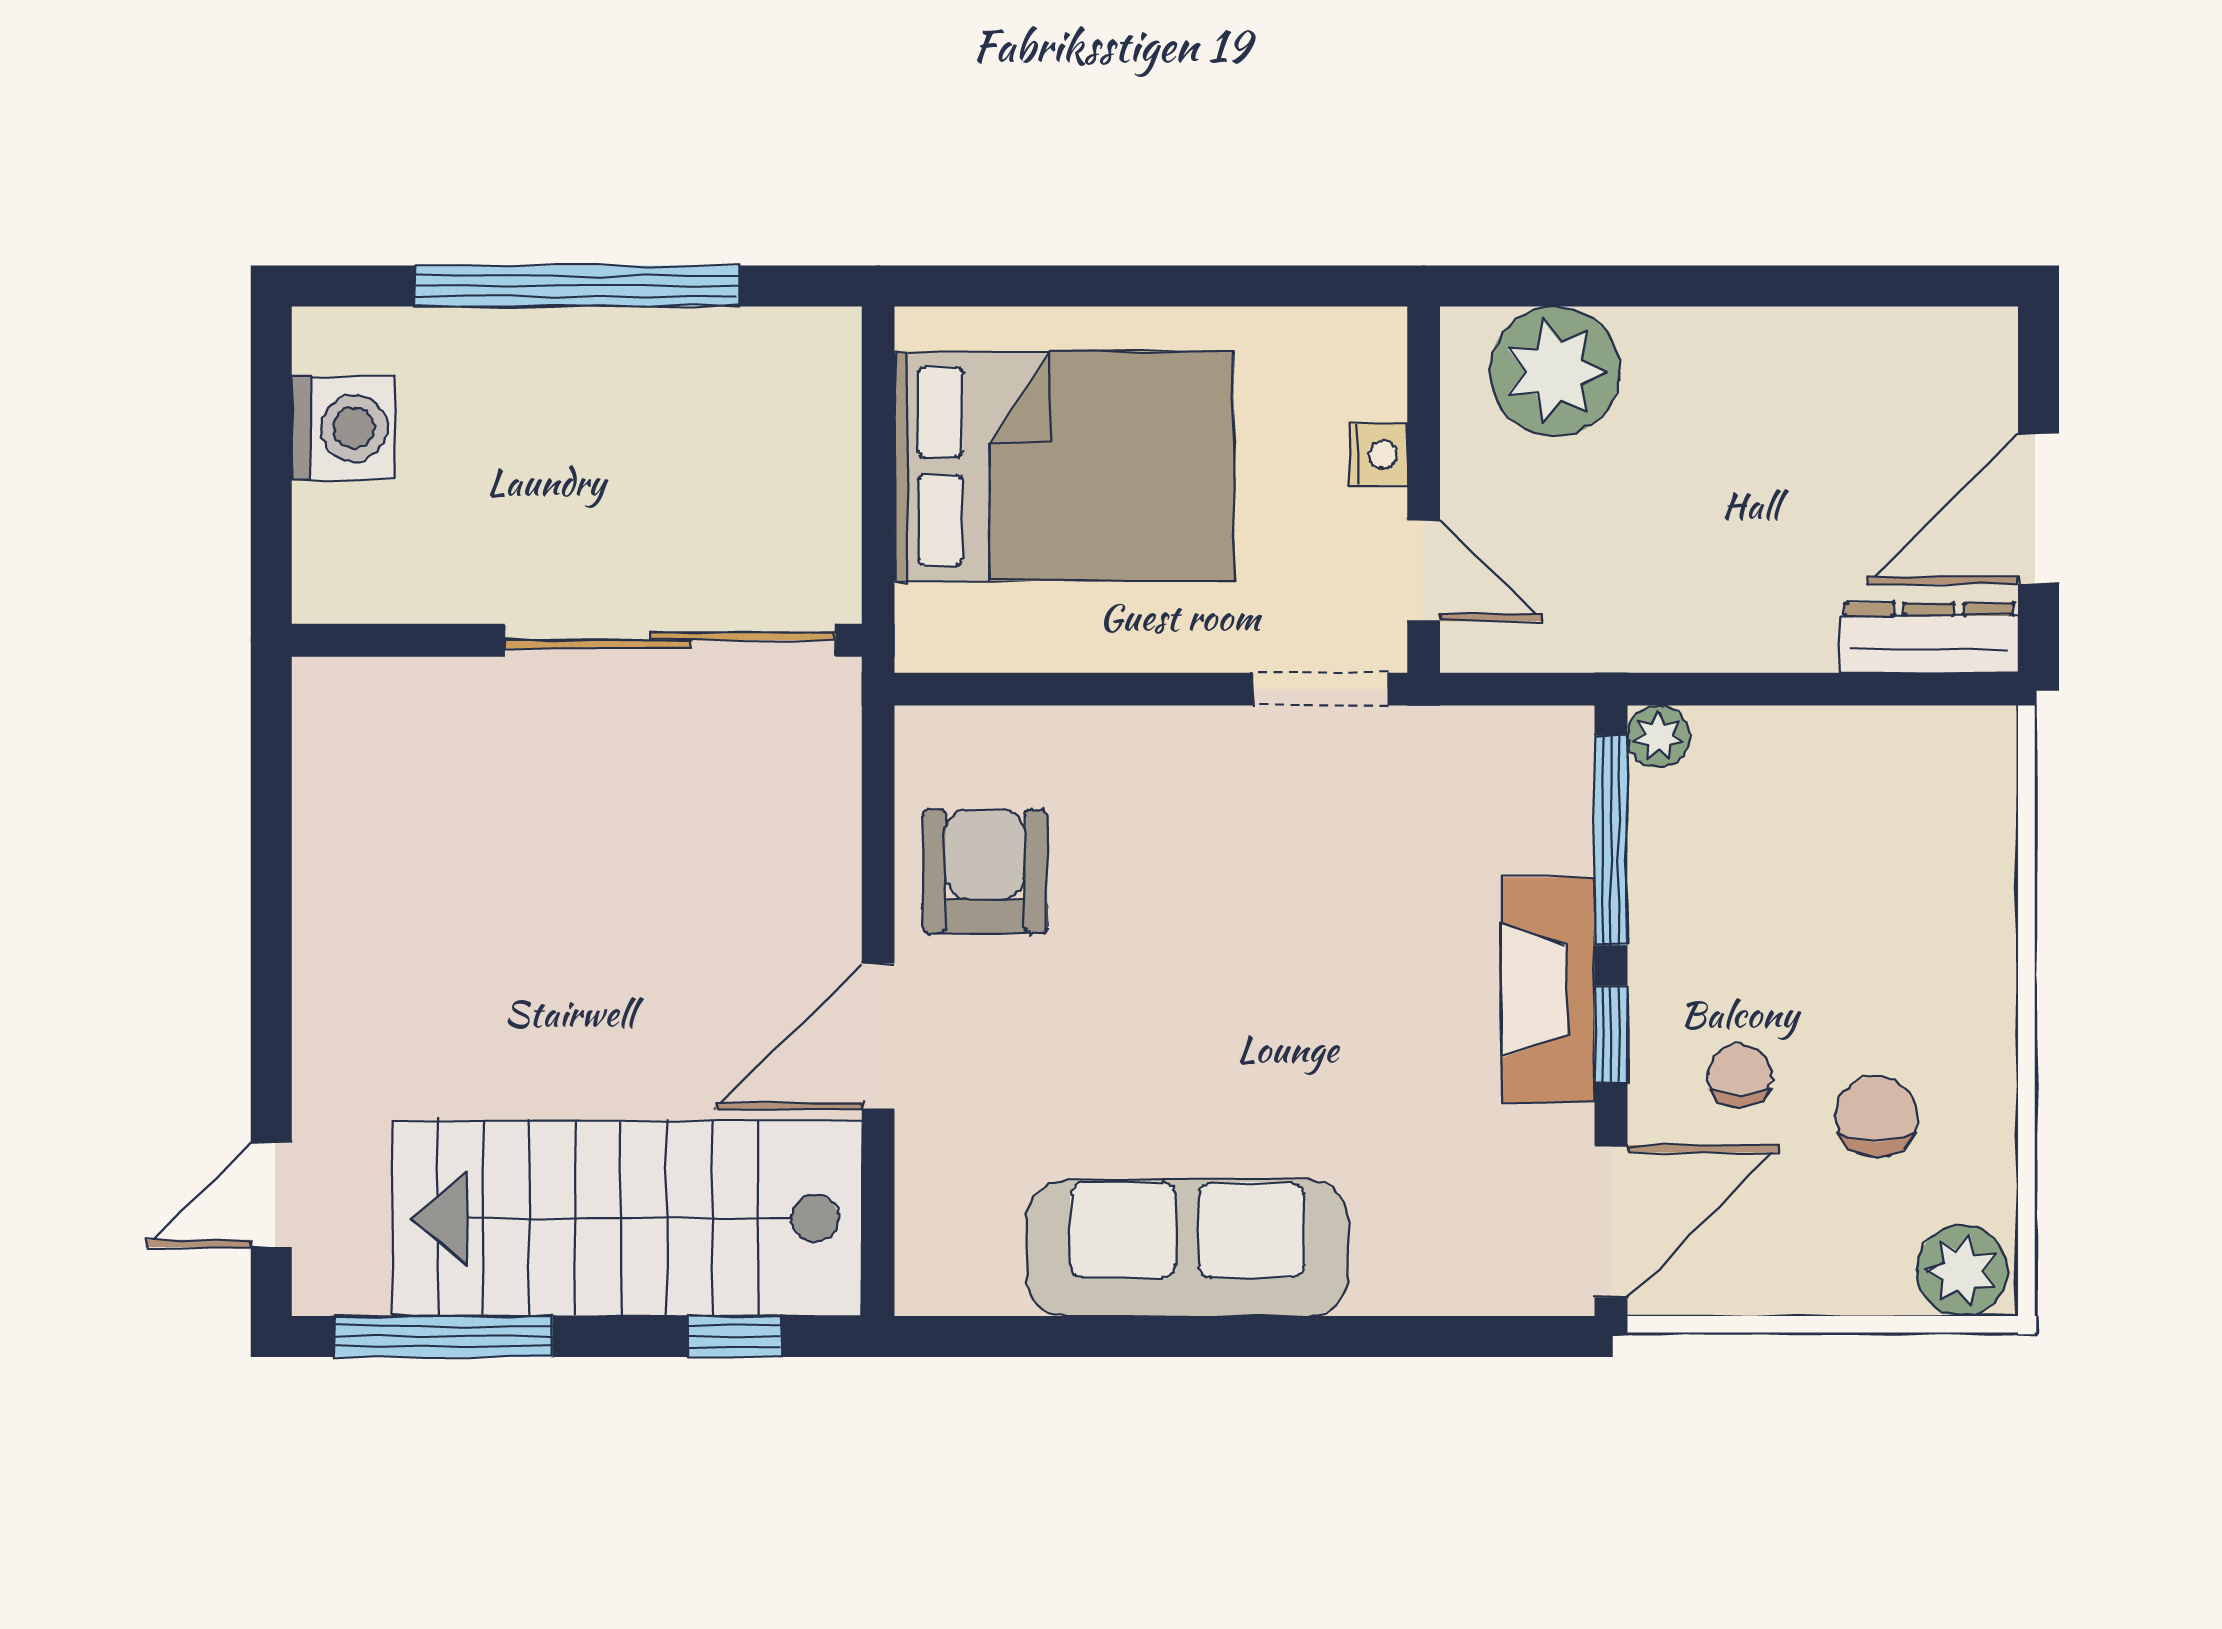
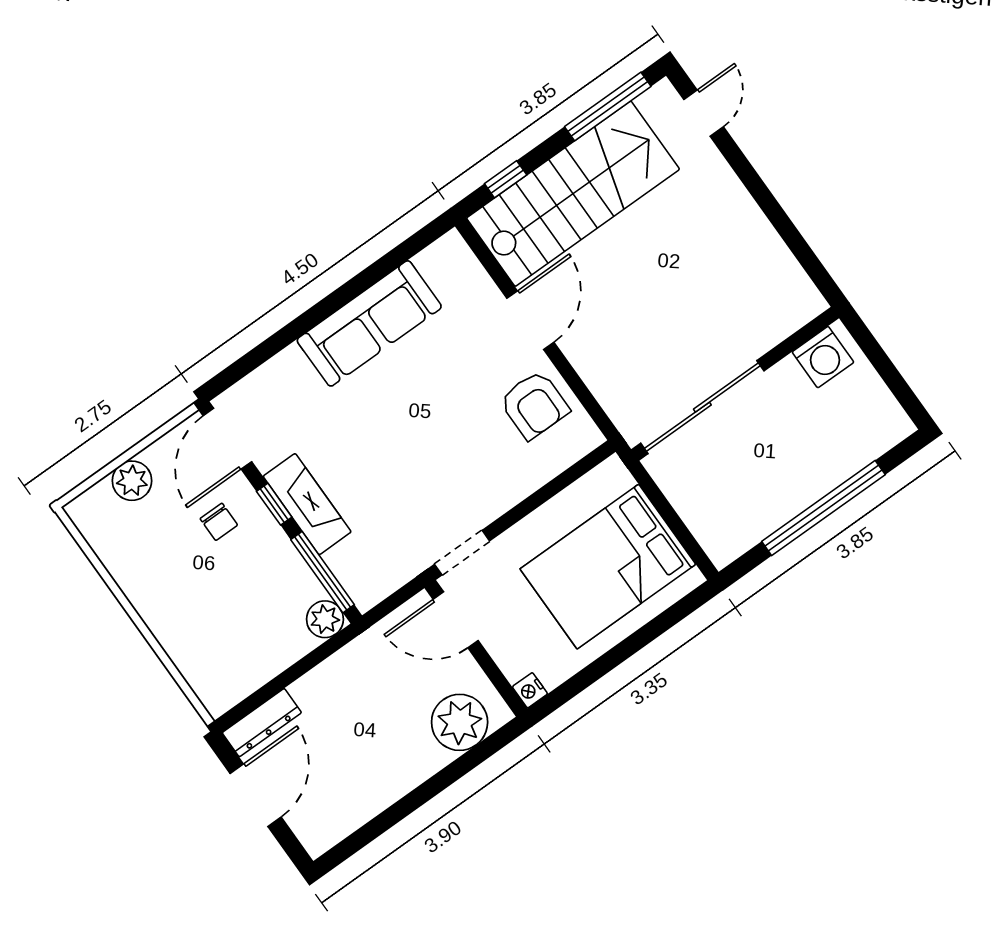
washing machine: (344, 428) -> (823, 357), moved, turned -90
nightstand: (1378, 455) -> (530, 690), moved
door: (1424, 571) -> (456, 620), width x1.38
plant: (1658, 736) -> (325, 619), width x1.38, depth x1.38
chair: (1876, 1116) -> (161, 542), removed
plant: (1962, 1271) -> (132, 481), moved

